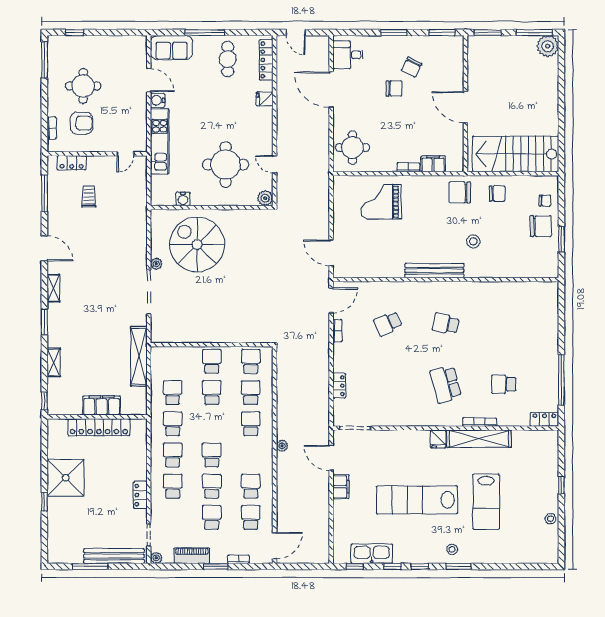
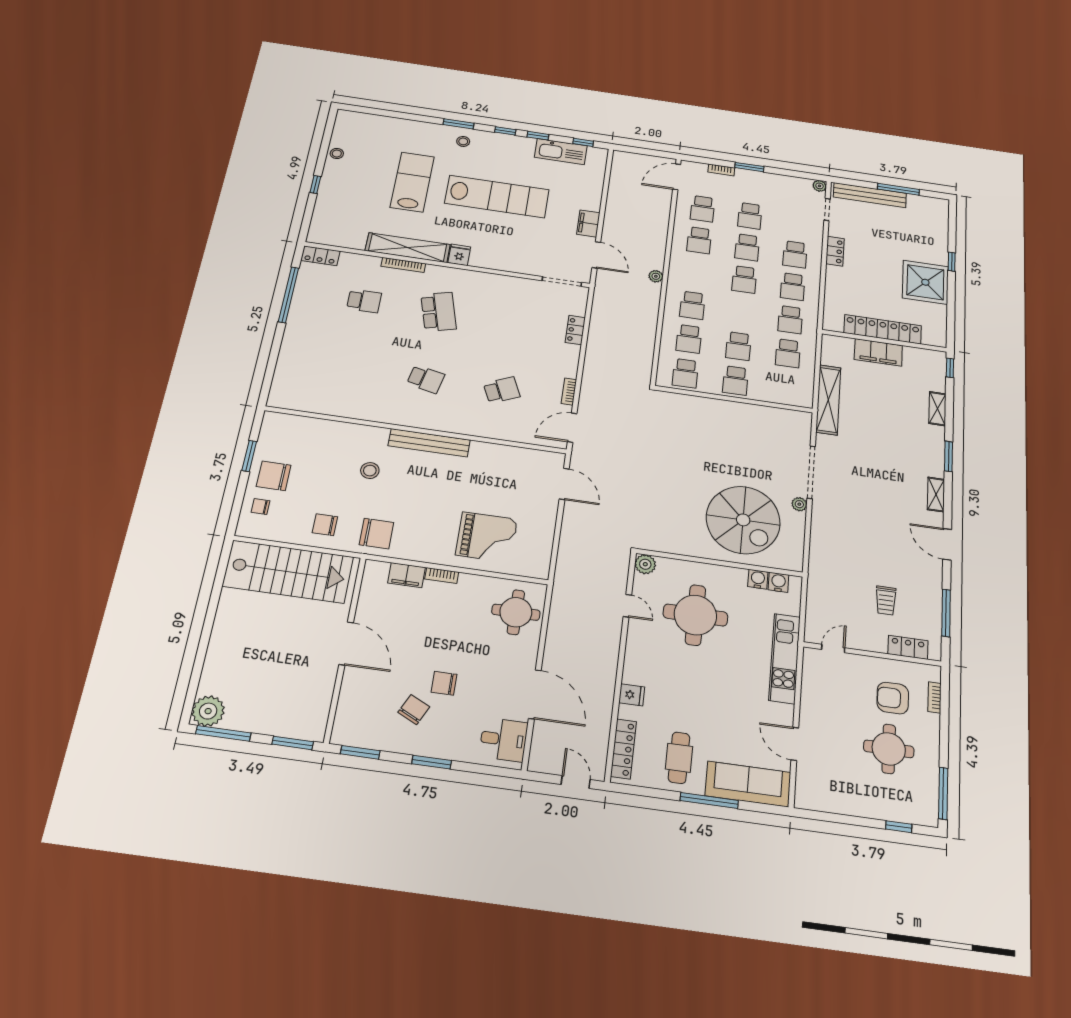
sofa: (172, 48) -> (748, 784), width x1.36
water cooler: (158, 100) -> (778, 582), moved, turned -90
piano: (192, 556) -> (777, 182), removed

